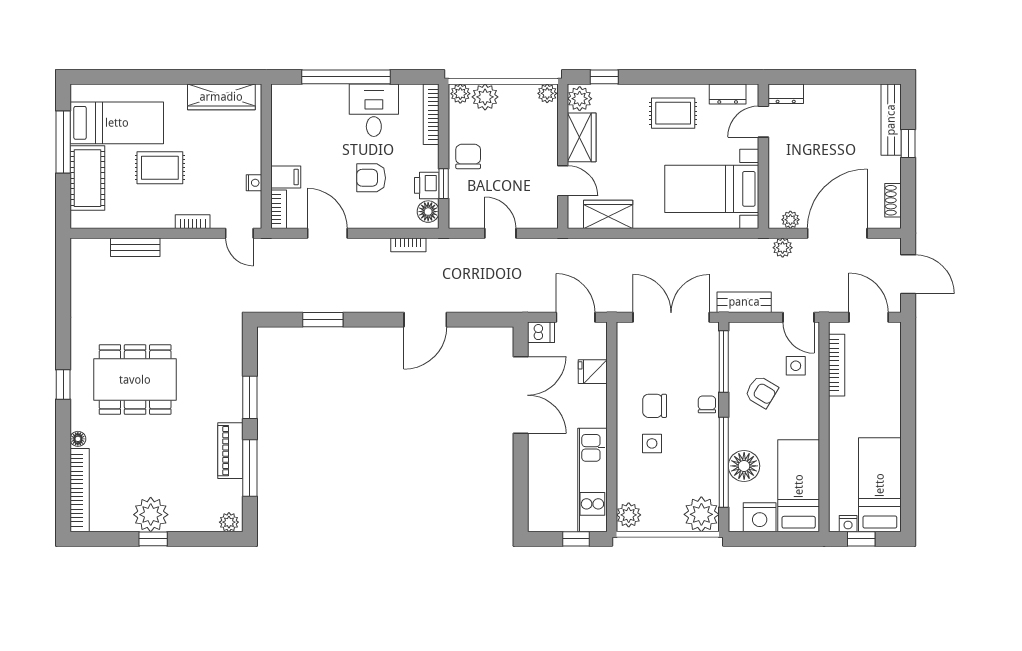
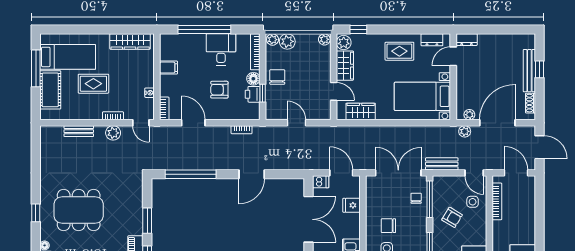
bench: (891, 120) -> (529, 71), moved
filing cabinet: (286, 177) -> (168, 68), moved
floor lamp: (428, 212) -> (253, 79), moved
plant: (193, 250) -> (113, 133), added
window: (323, 320) -> (191, 174), width x2.11
chair: (707, 404) -> (416, 198), moved

